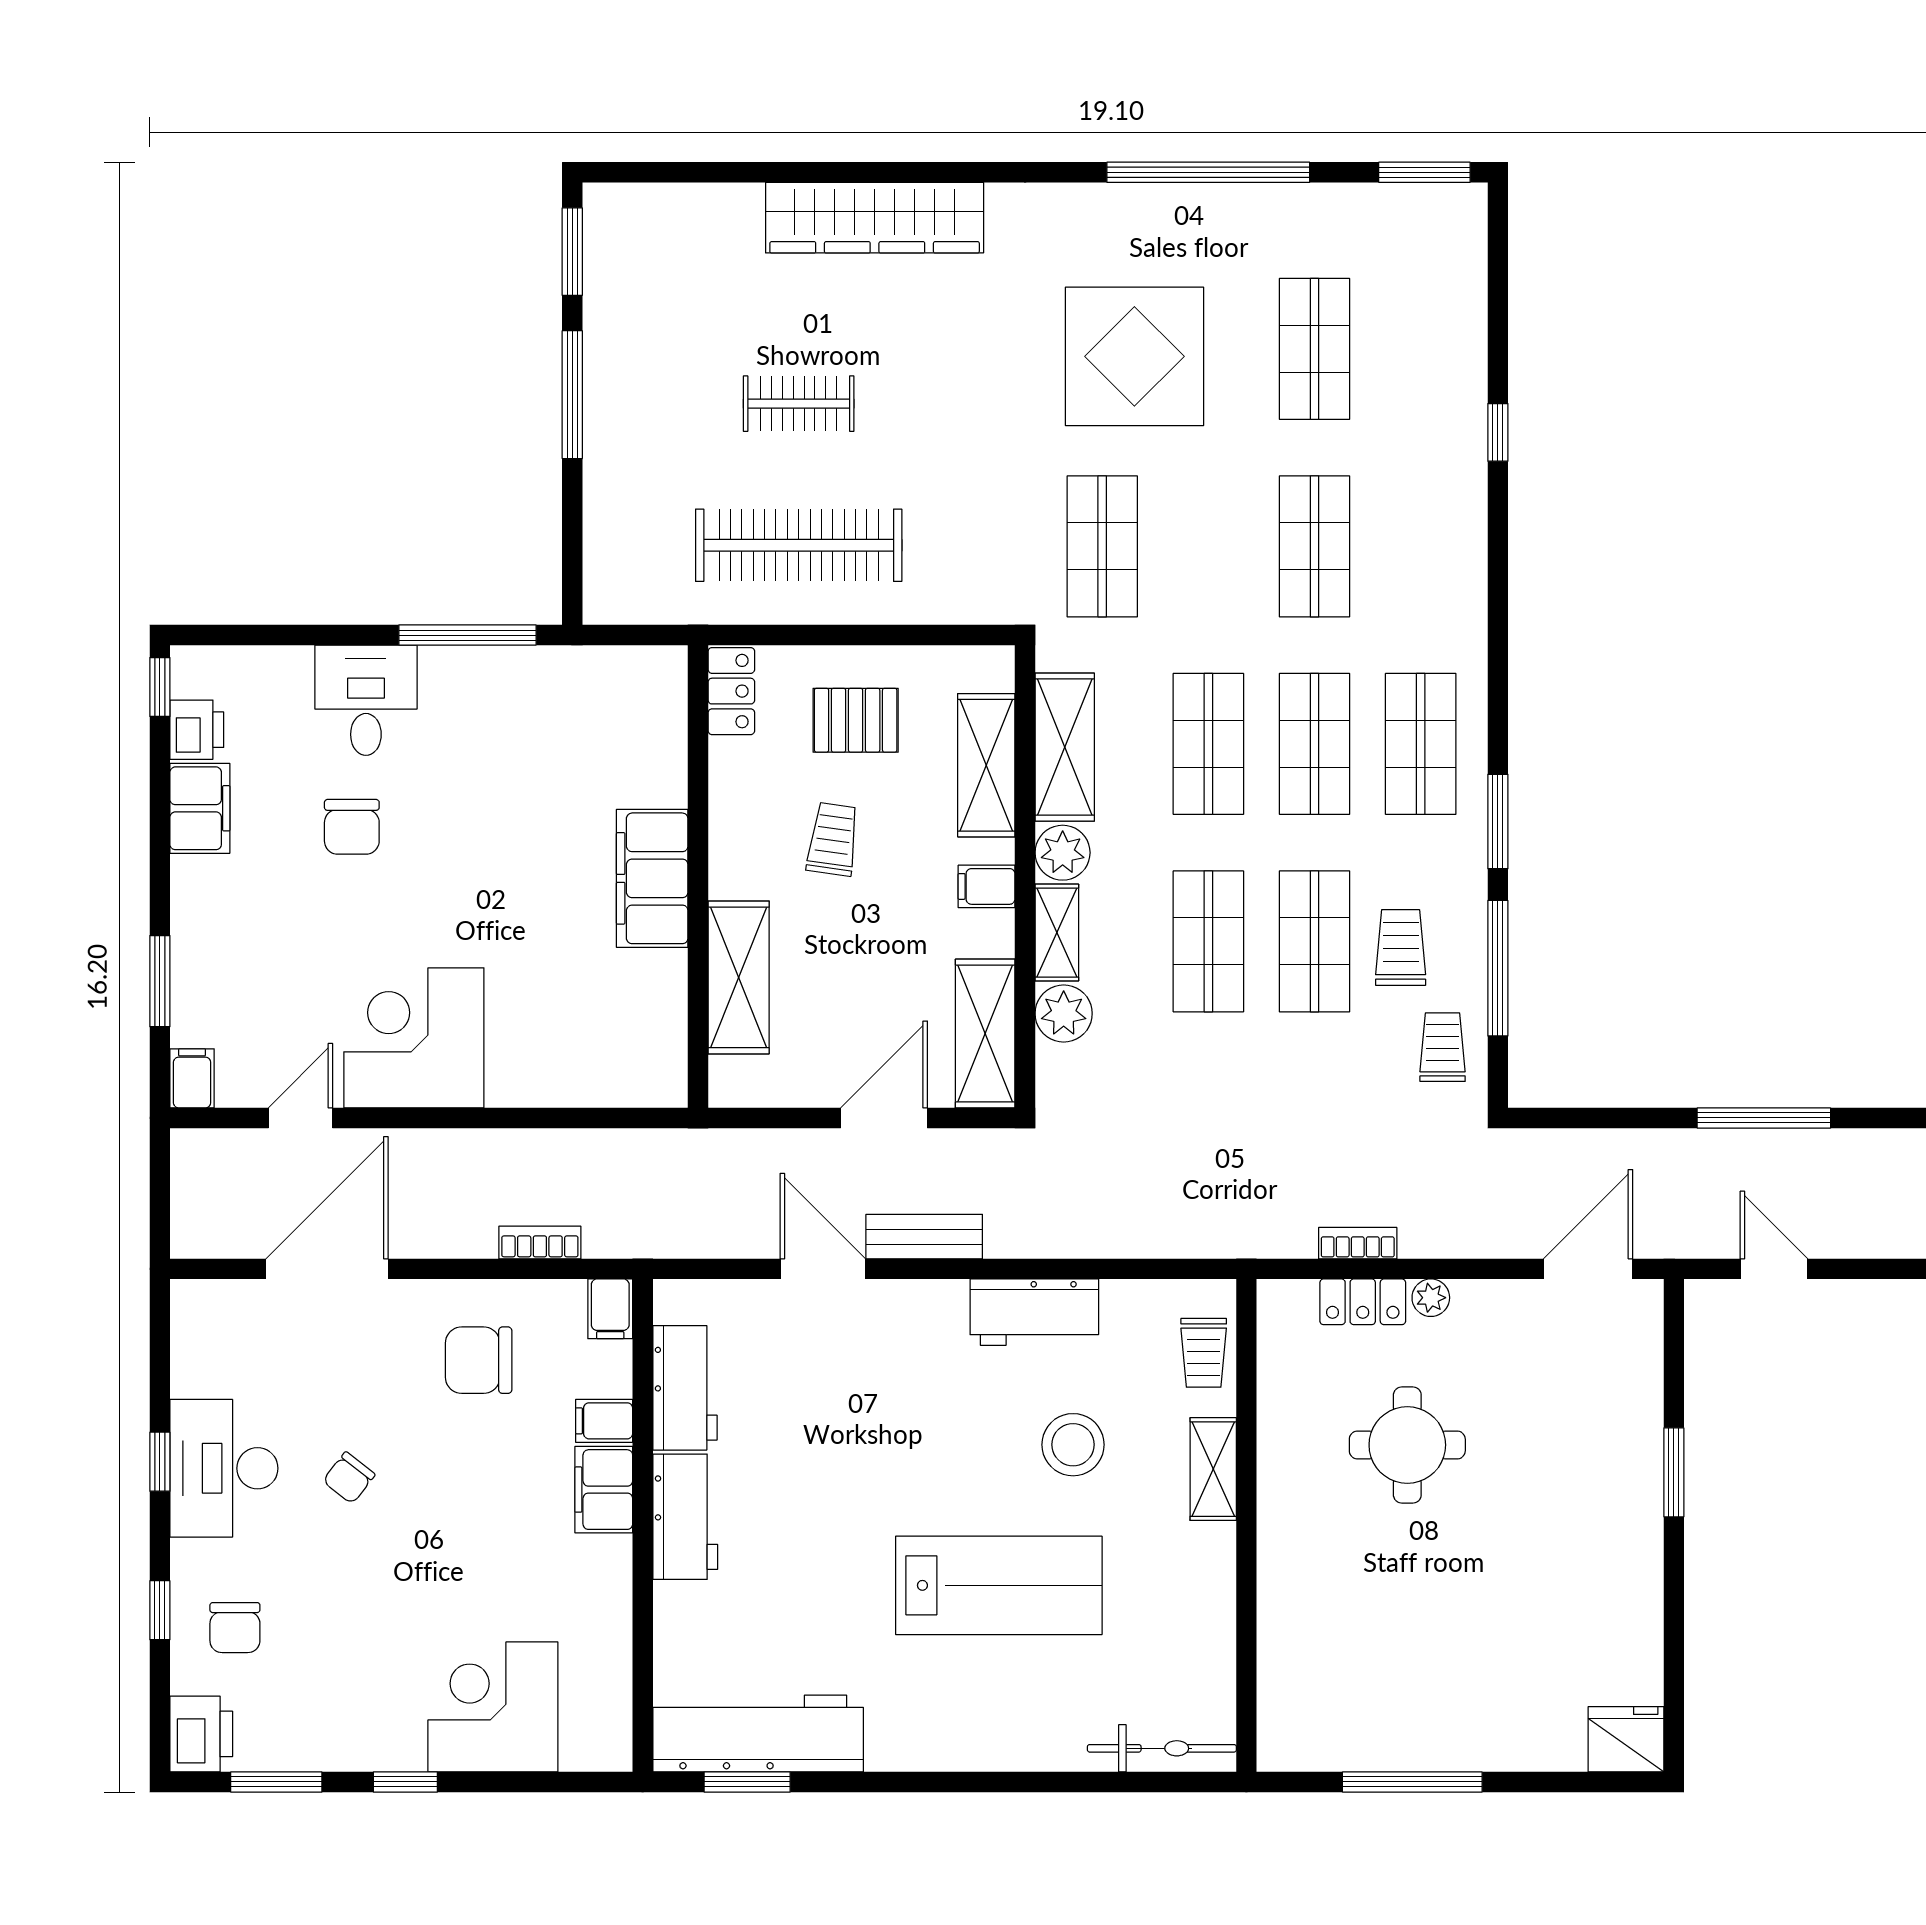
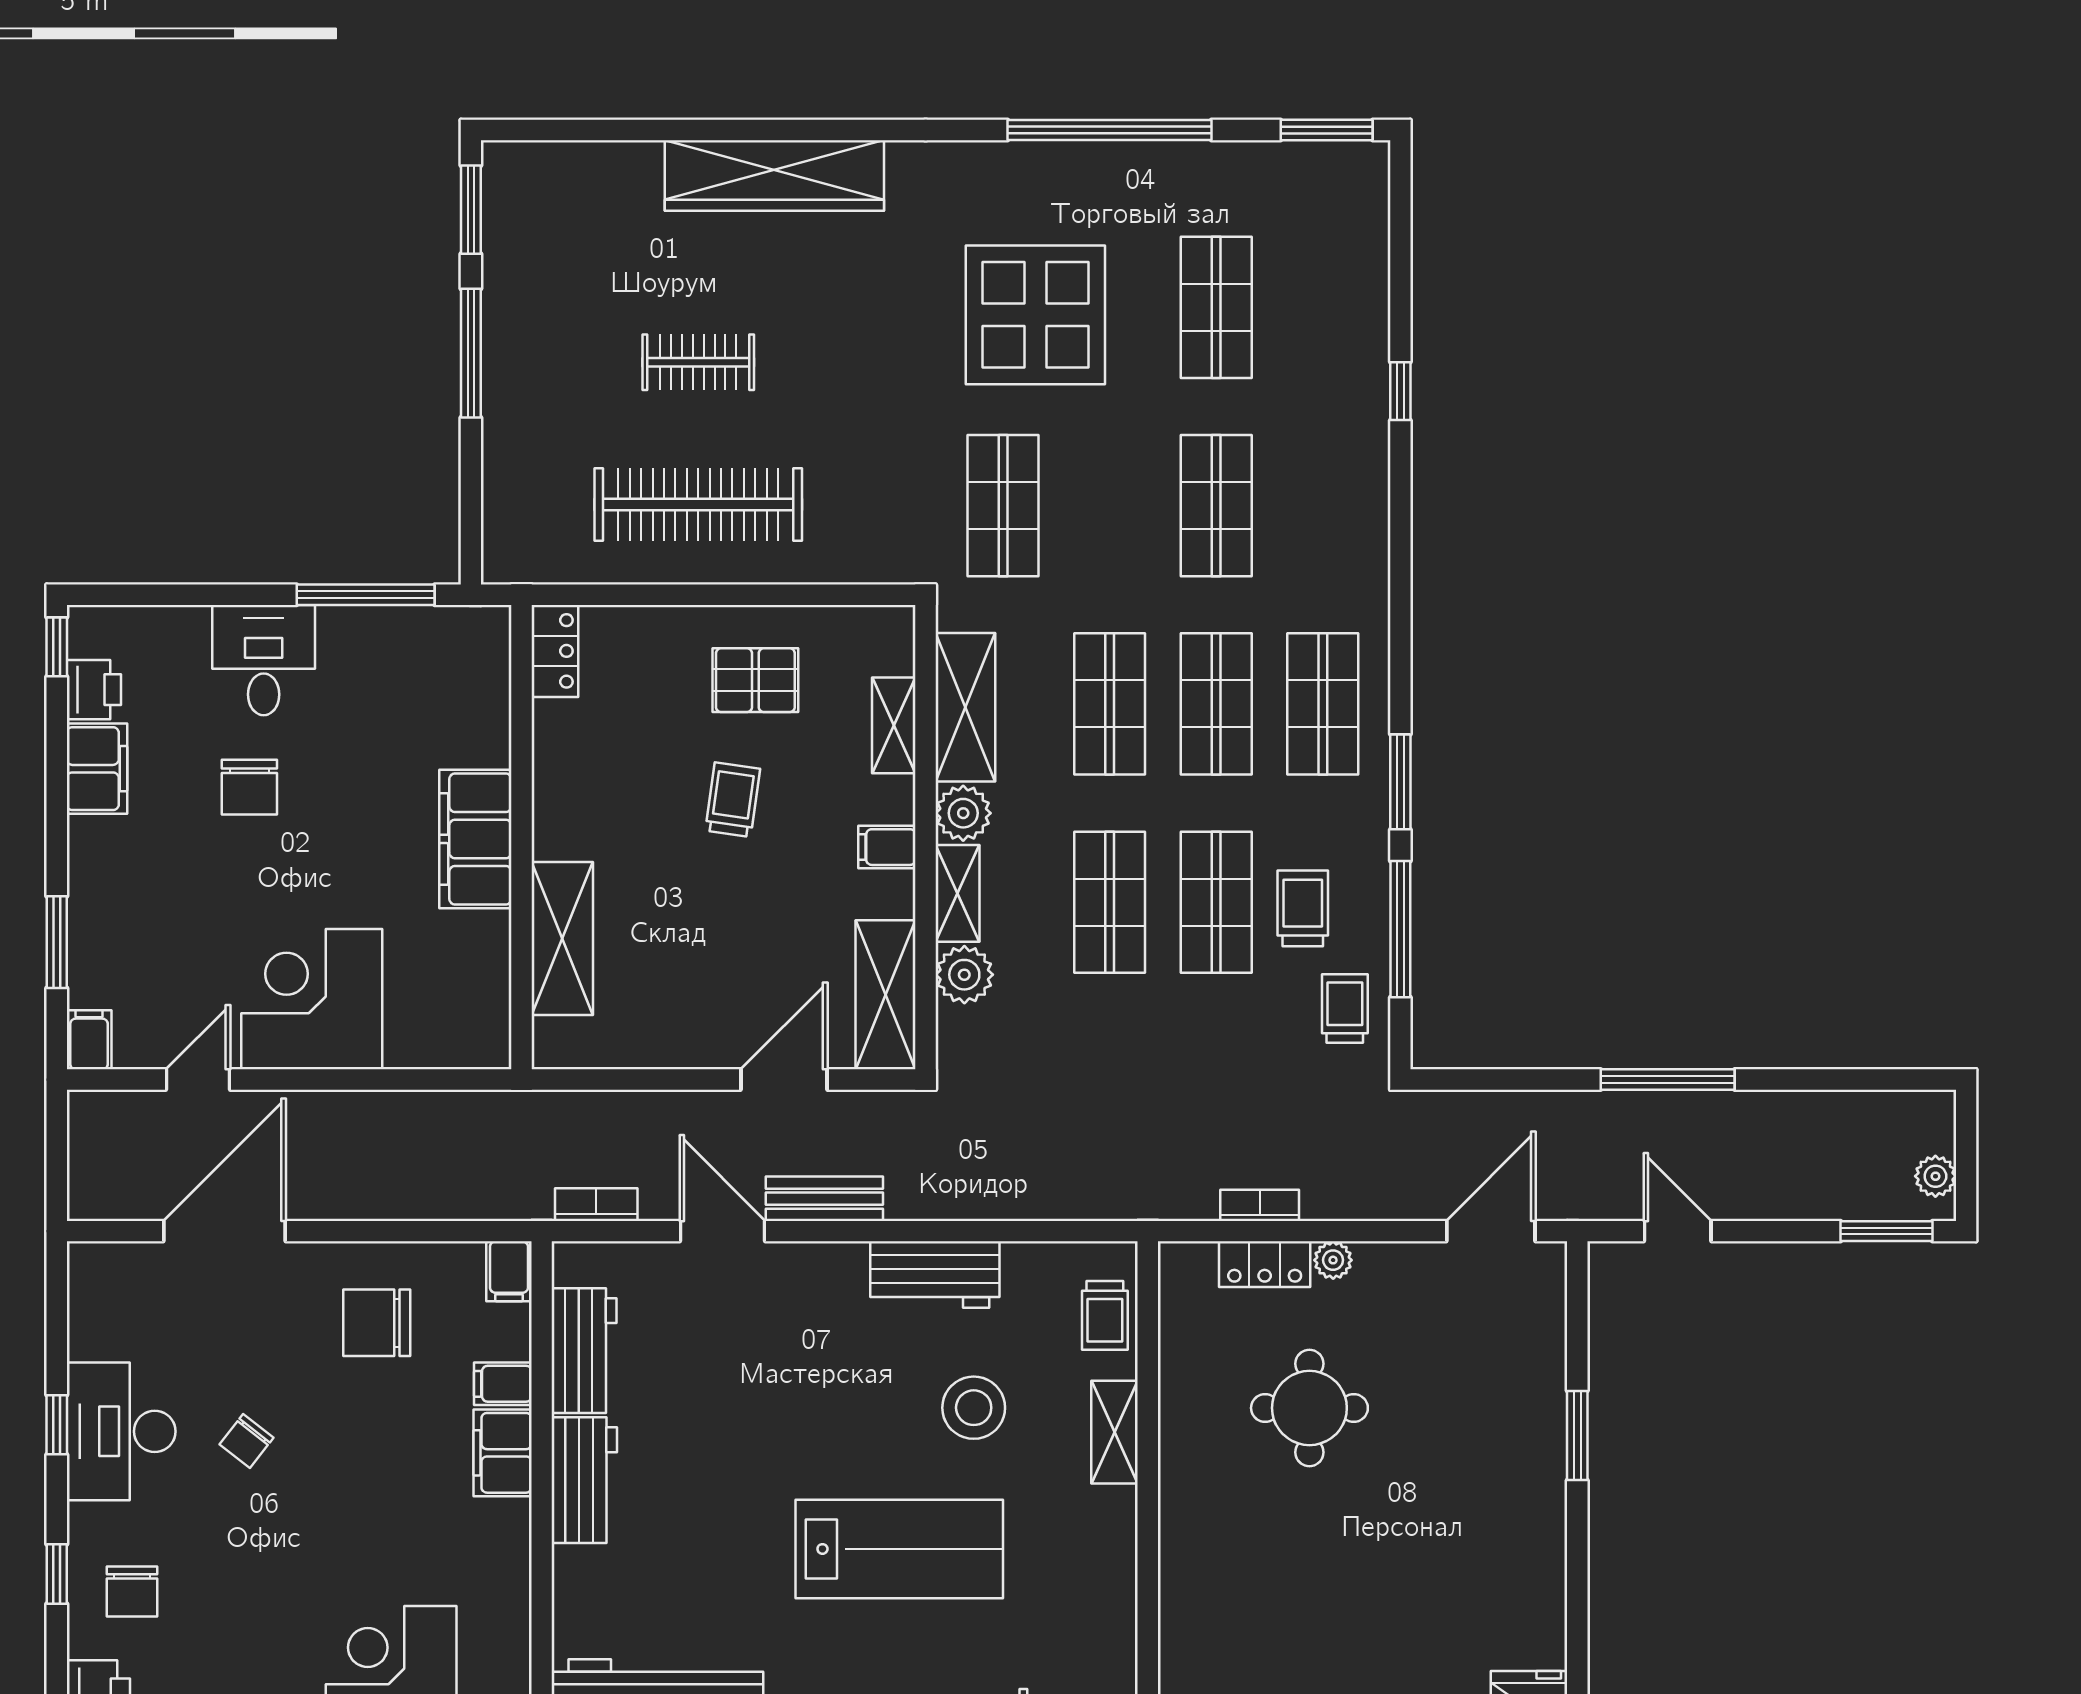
locker: (731, 691) -> (555, 651), moved
shelving: (986, 765) -> (894, 725), width x0.67, depth x0.75
wall: (698, 877) -> (521, 837), moved
filing cabinet: (652, 878) -> (475, 839), moved
shelving: (739, 977) -> (562, 938), moved
bookcase: (540, 1242) -> (596, 1205), moved

